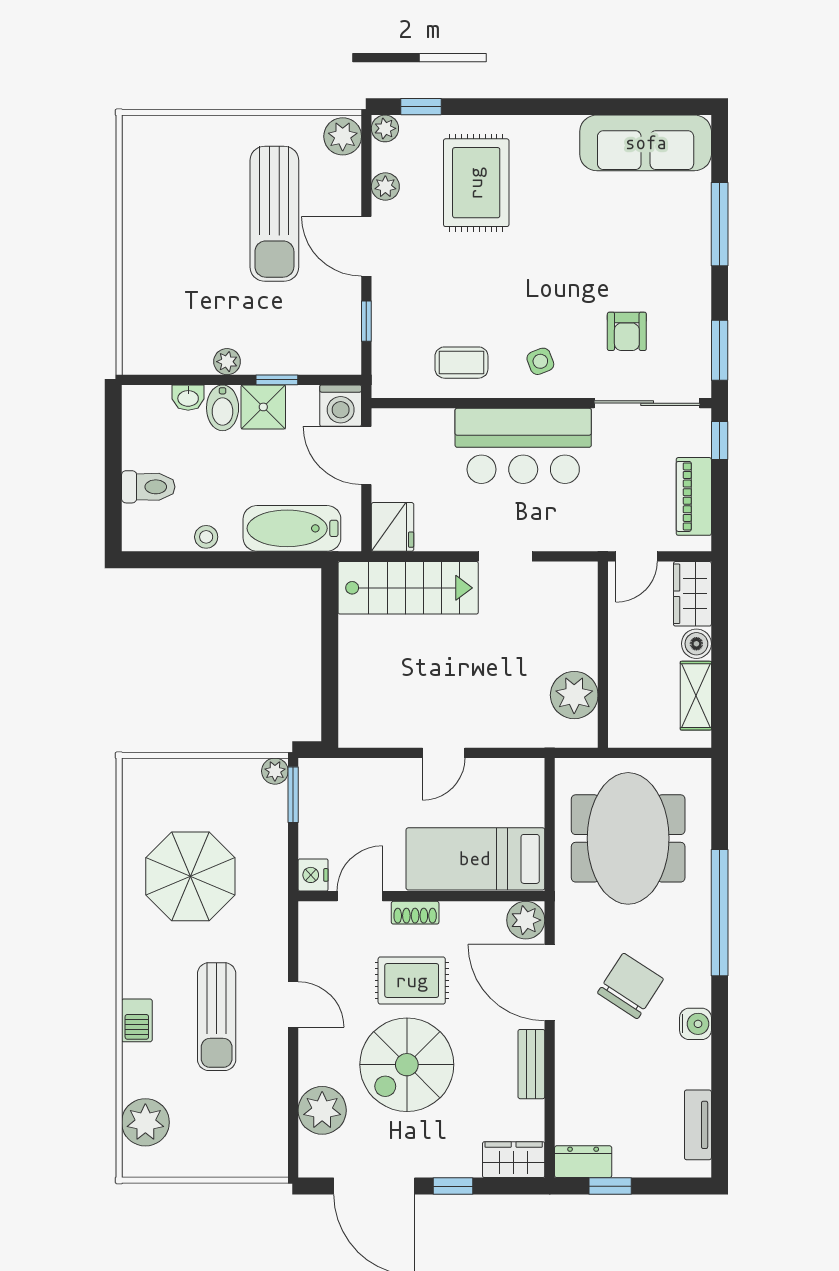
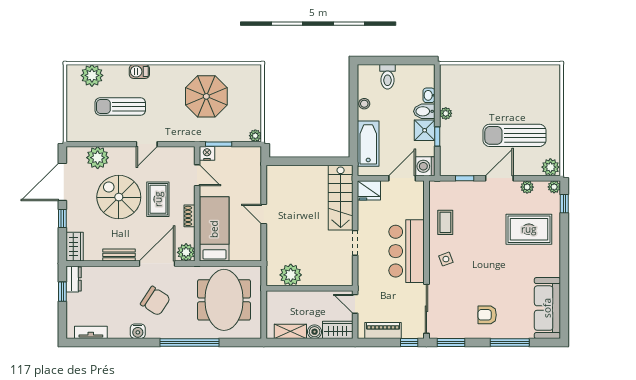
armchair: (627, 331) -> (487, 315), moved
window: (293, 795) -> (219, 144), moved
meeting table: (628, 838) -> (224, 300), turned 90
shoe rack: (415, 913) -> (189, 216), moved
sun lounger: (217, 1017) -> (120, 107), moved

